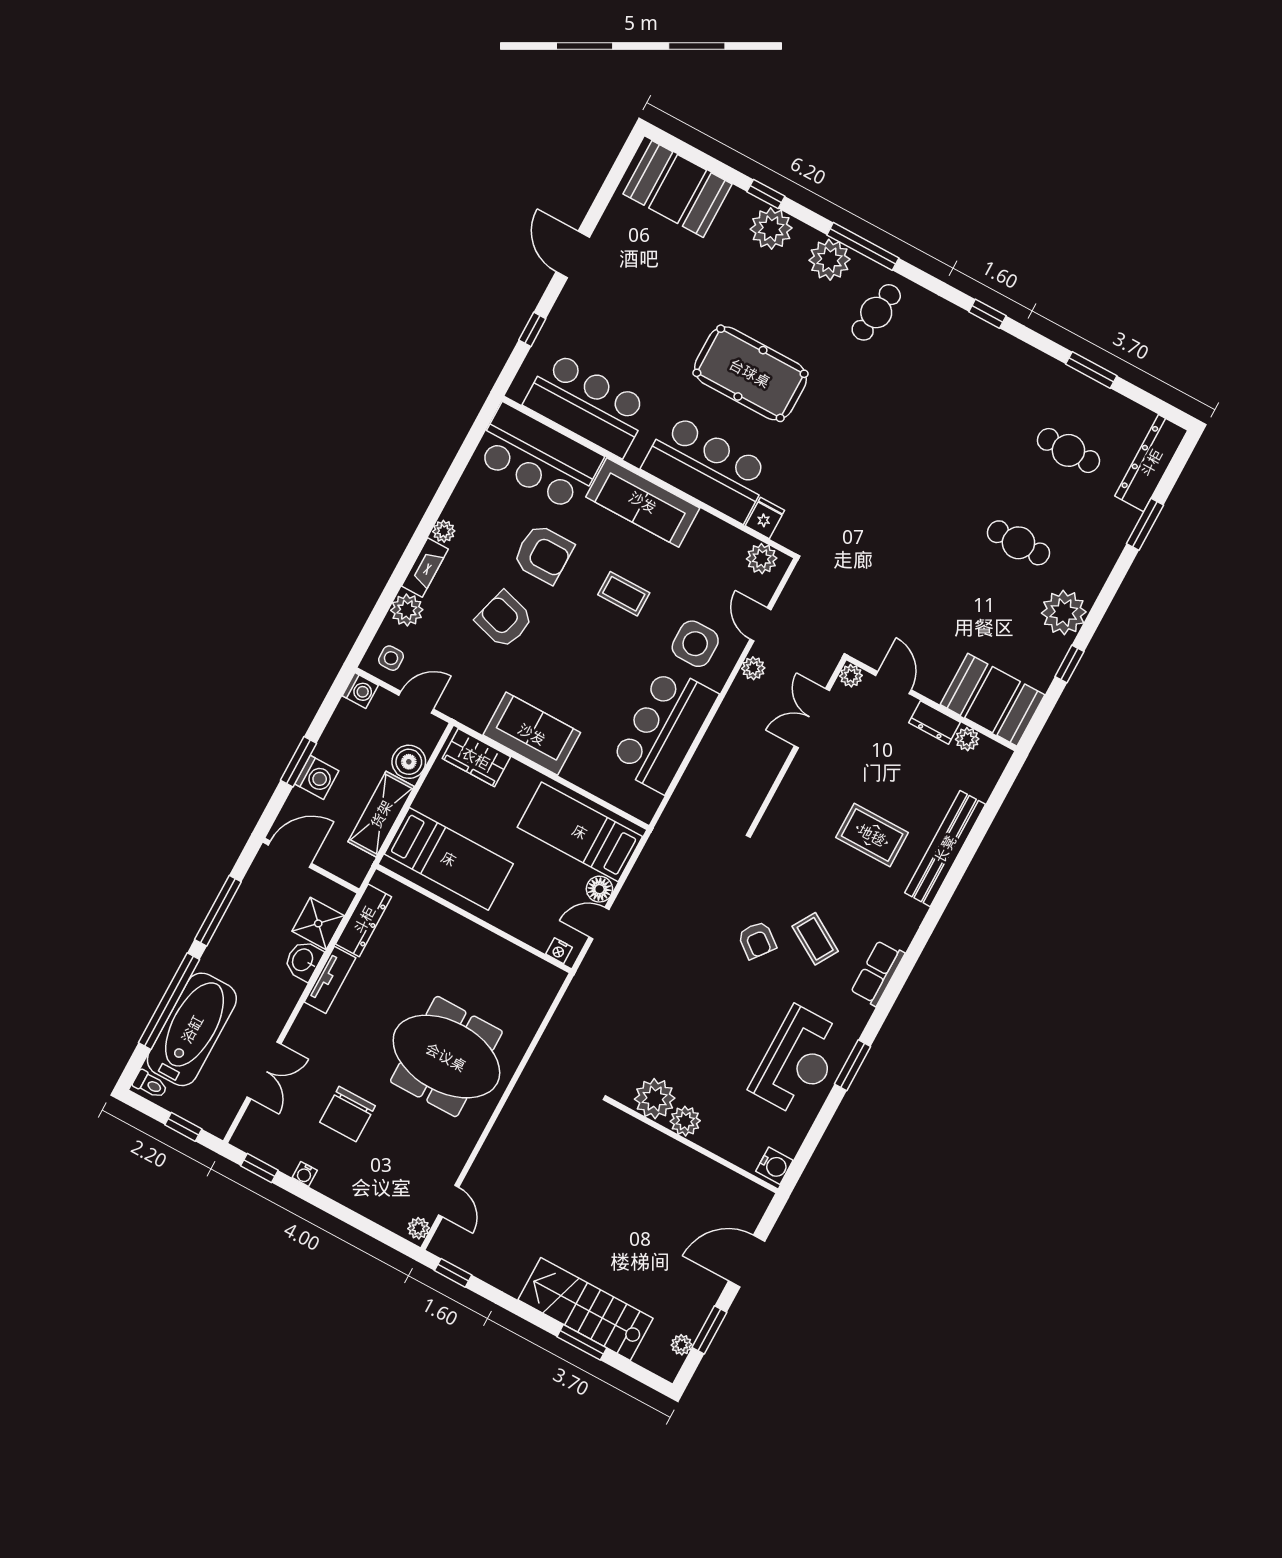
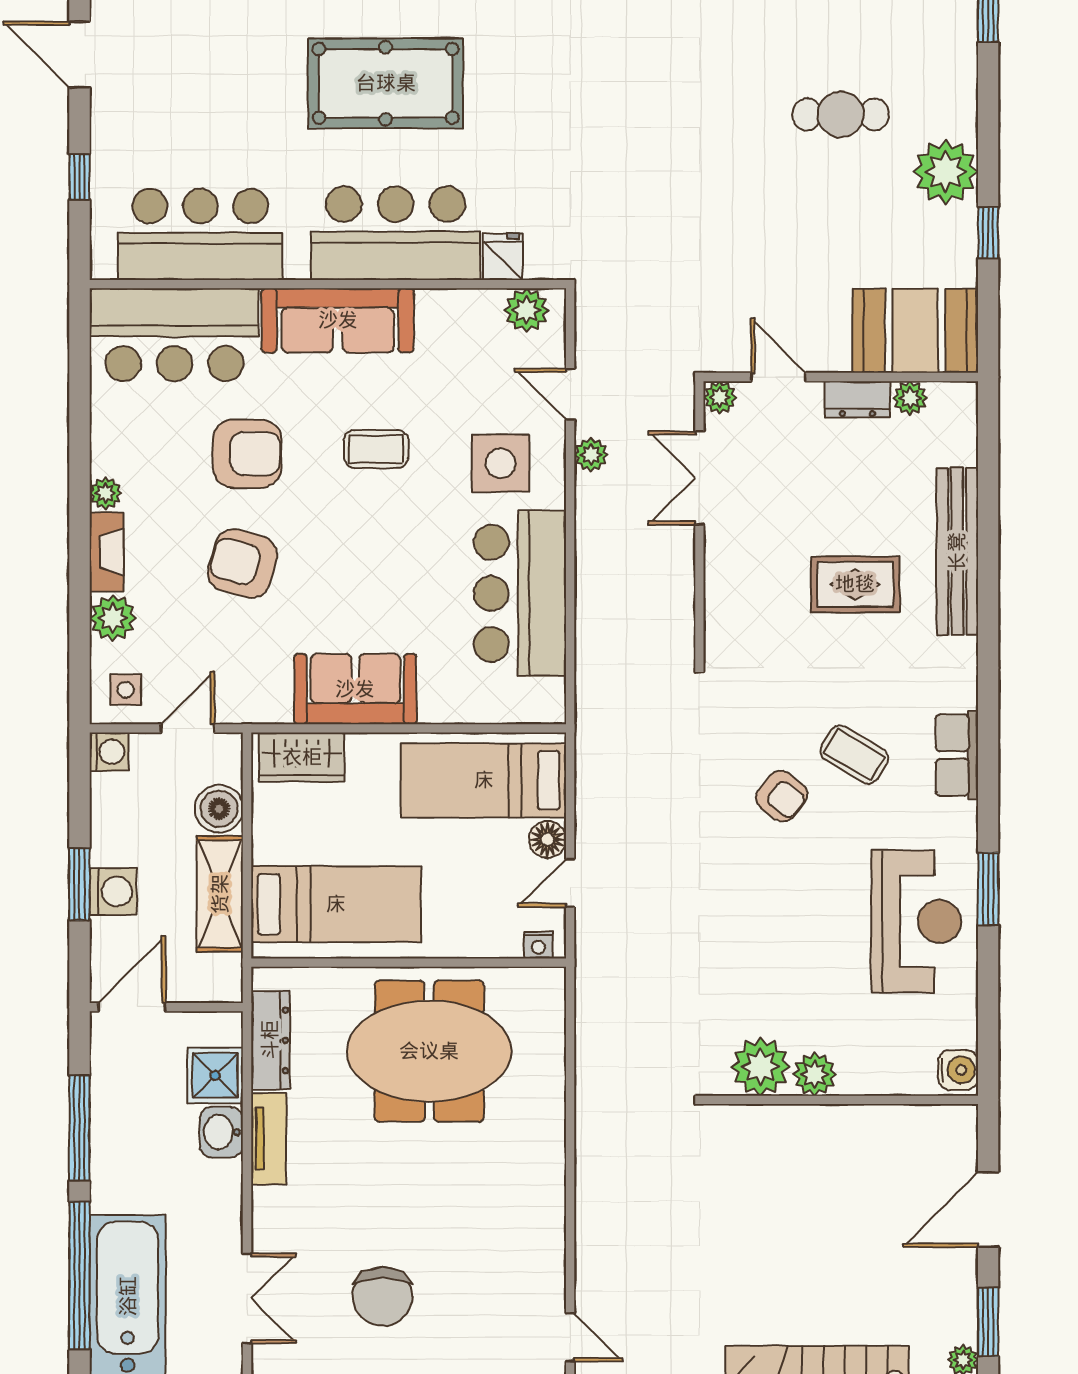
meeting table: (446, 1057) -> (429, 1051), moved

